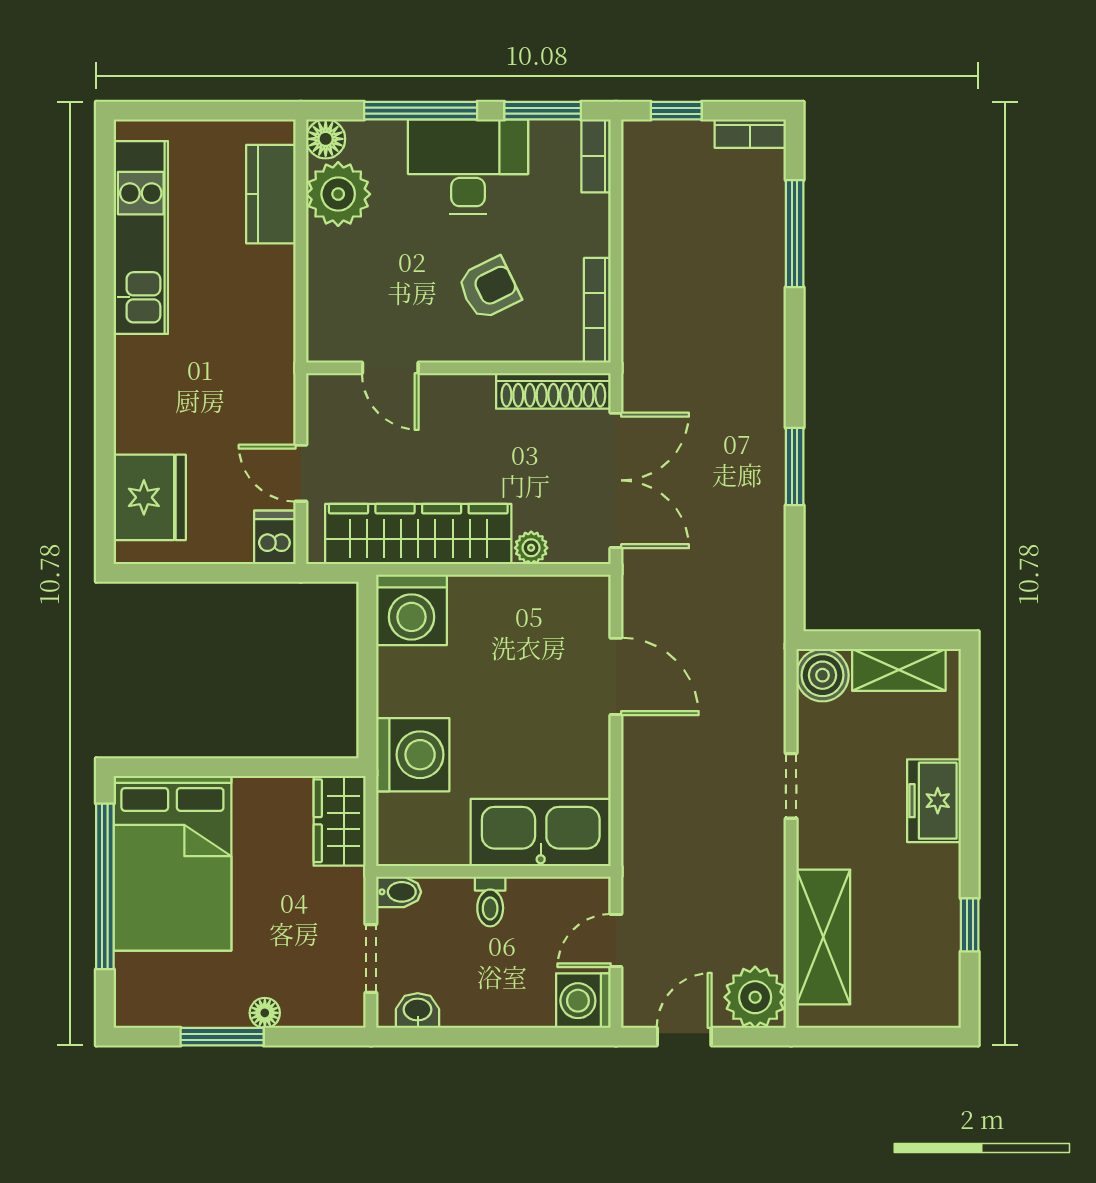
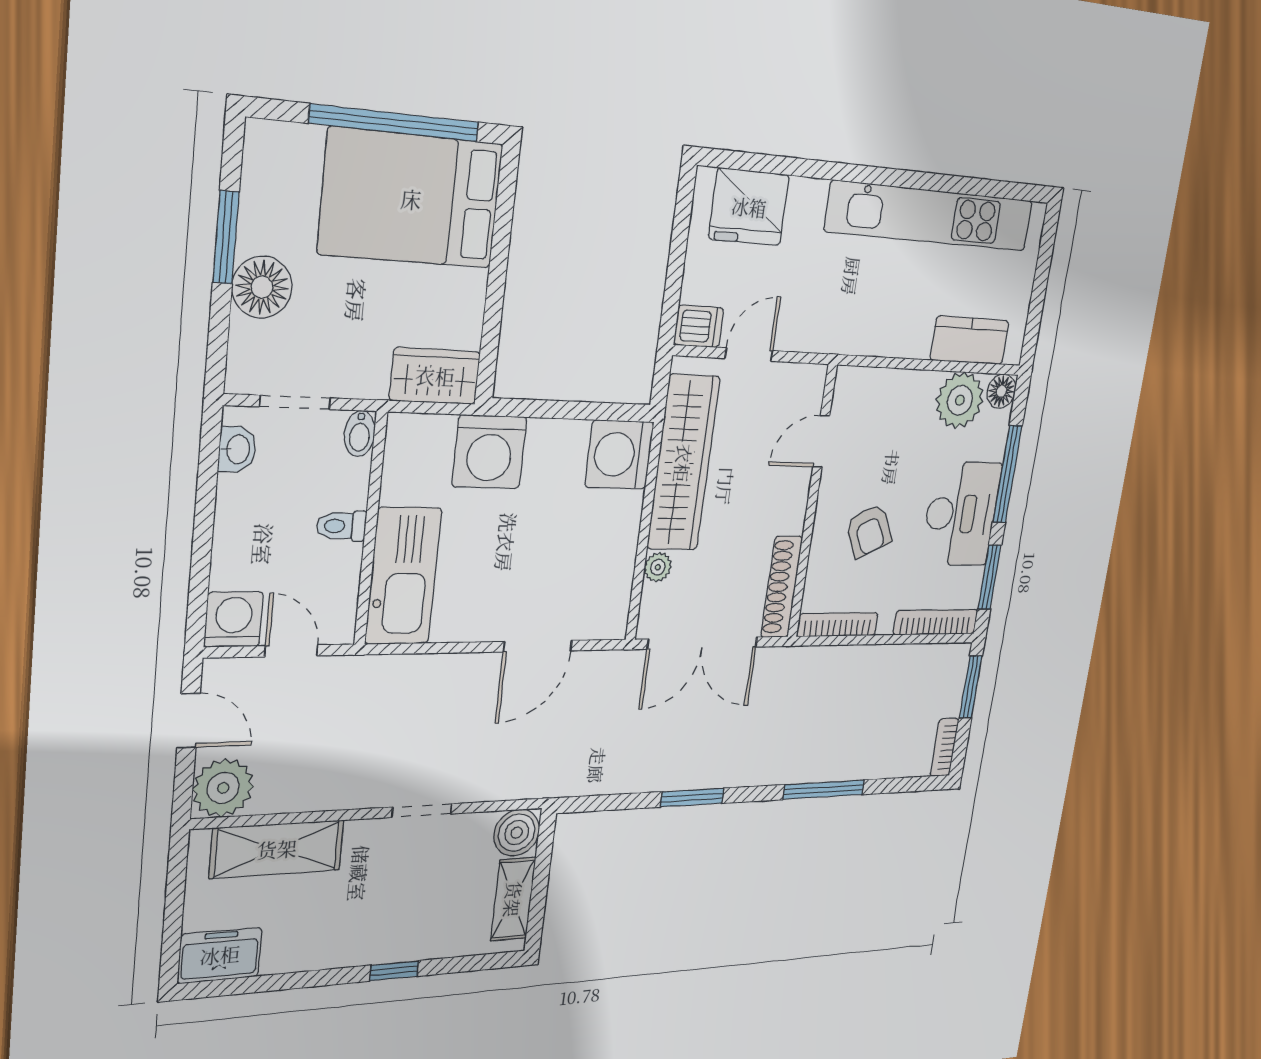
window: (676, 111) -> (971, 687), width x1.50
bookcase: (596, 156) -> (936, 622), width x1.56
window: (795, 234) -> (824, 790), moved
kitchen unit: (141, 238) -> (930, 216), width x1.36
freezer: (934, 801) -> (220, 955), moved
window: (970, 925) -> (394, 971), moved
floor lamp: (265, 1013) -> (262, 287), width x1.89, depth x1.89

